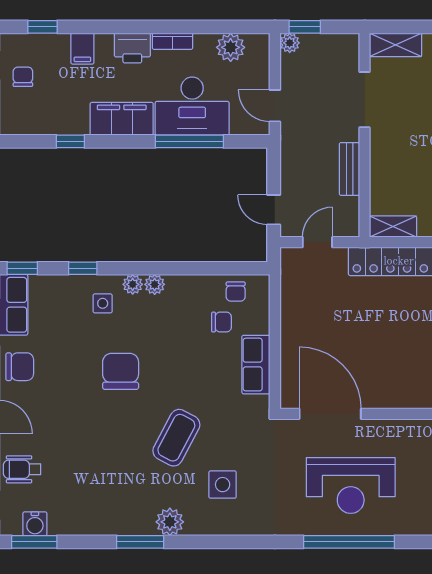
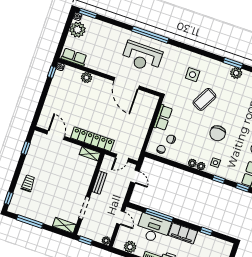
window: (305, 27) -> (85, 241), moved
door: (330, 414) -> (126, 83), moved
reception desk: (351, 486) -> (142, 57), turned 180
plant: (170, 522) -> (236, 73), moved

